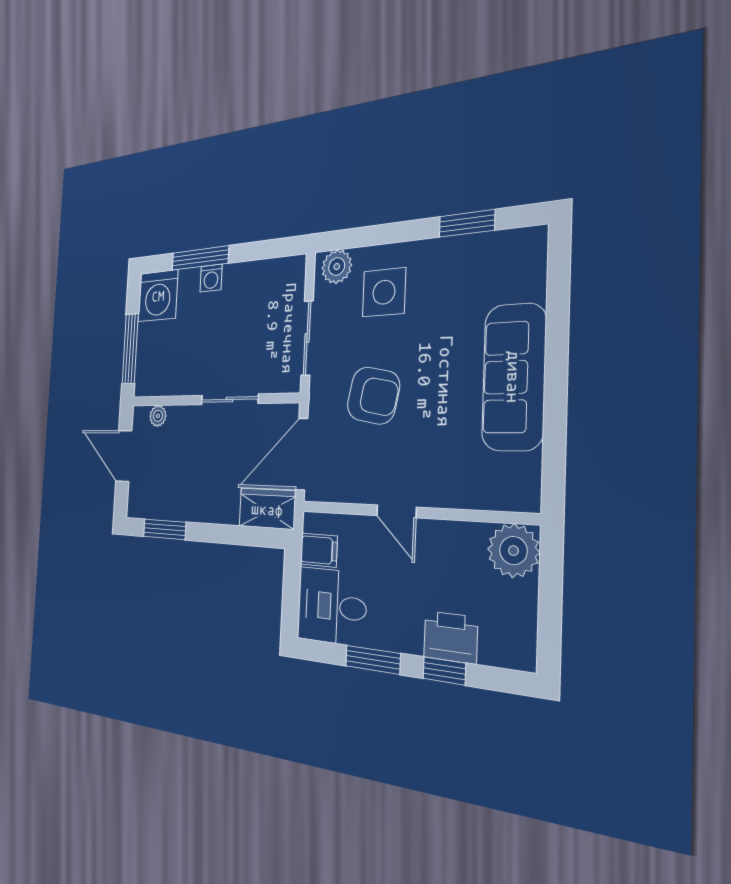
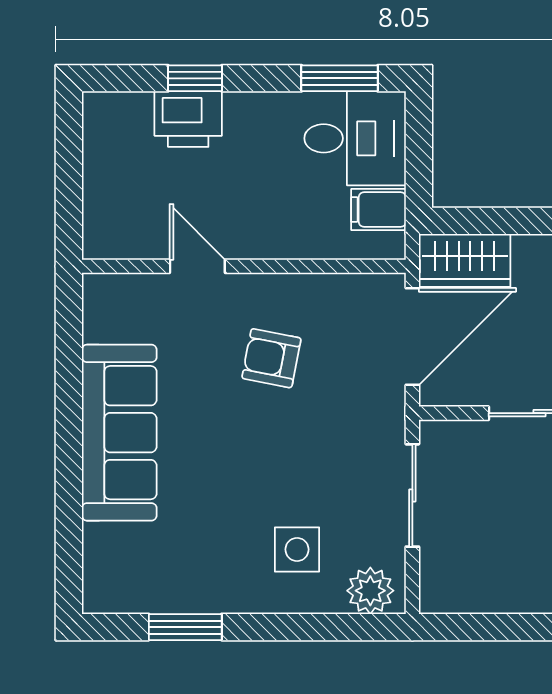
side table: (384, 292) -> (297, 549), width x0.73, depth x0.73
armchair: (373, 396) -> (271, 358), moved, width x0.72, depth x0.72
door: (396, 511) -> (197, 266), moved
plant: (513, 551) -> (113, 228), removed
window: (373, 660) -> (340, 78), moved

